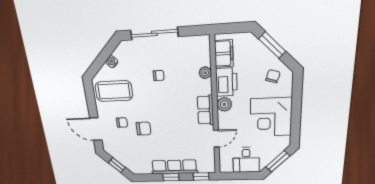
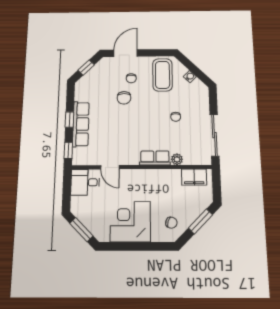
sliding door: (154, 33) -> (214, 135), moved
printer: (226, 82) -> (167, 179), removed
plant: (224, 104) -> (145, 176), removed
row of seats: (205, 110) -> (155, 158), moved
desk: (246, 160) -> (85, 182), moved

